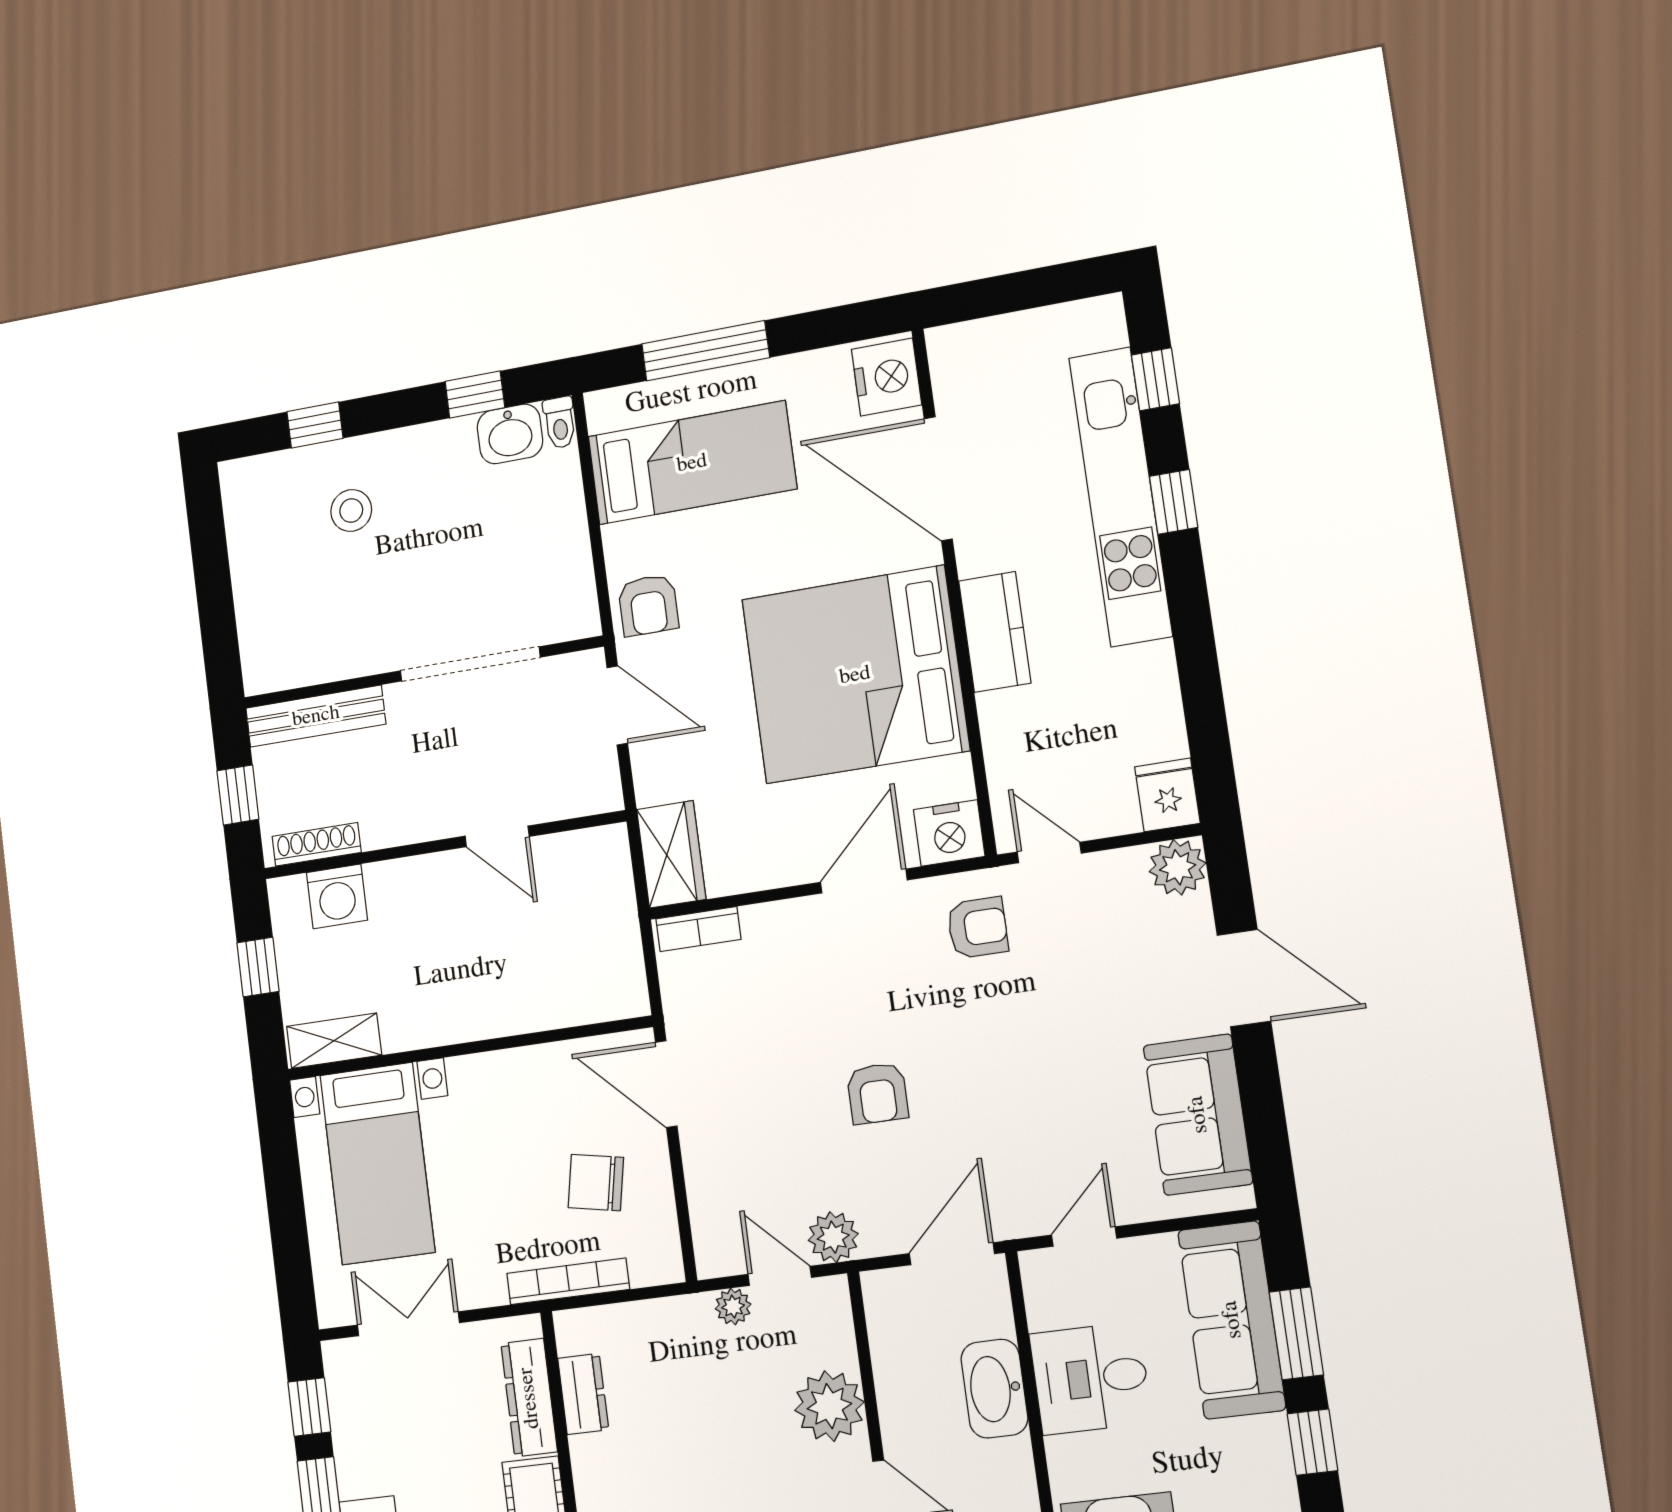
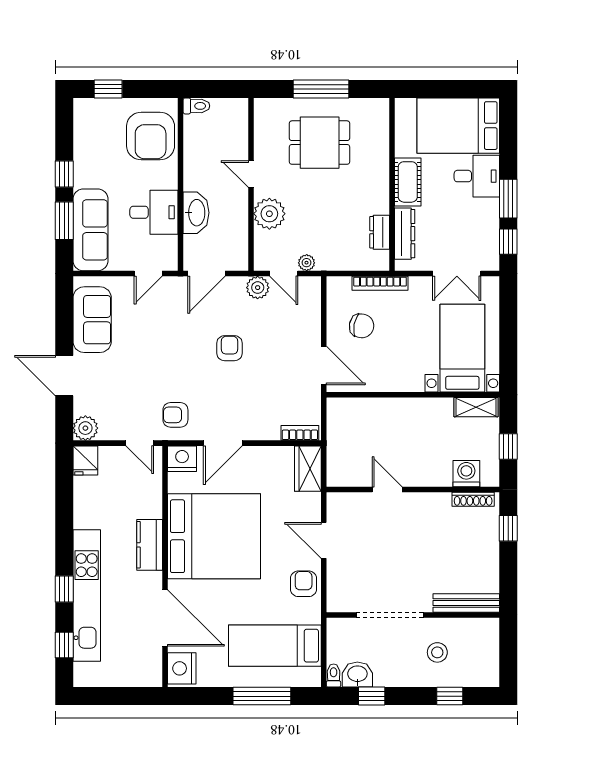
doorway: (470, 664) -> (390, 615), moved
wall: (422, 672) -> (413, 615), moved
bench: (316, 716) -> (466, 603), moved

